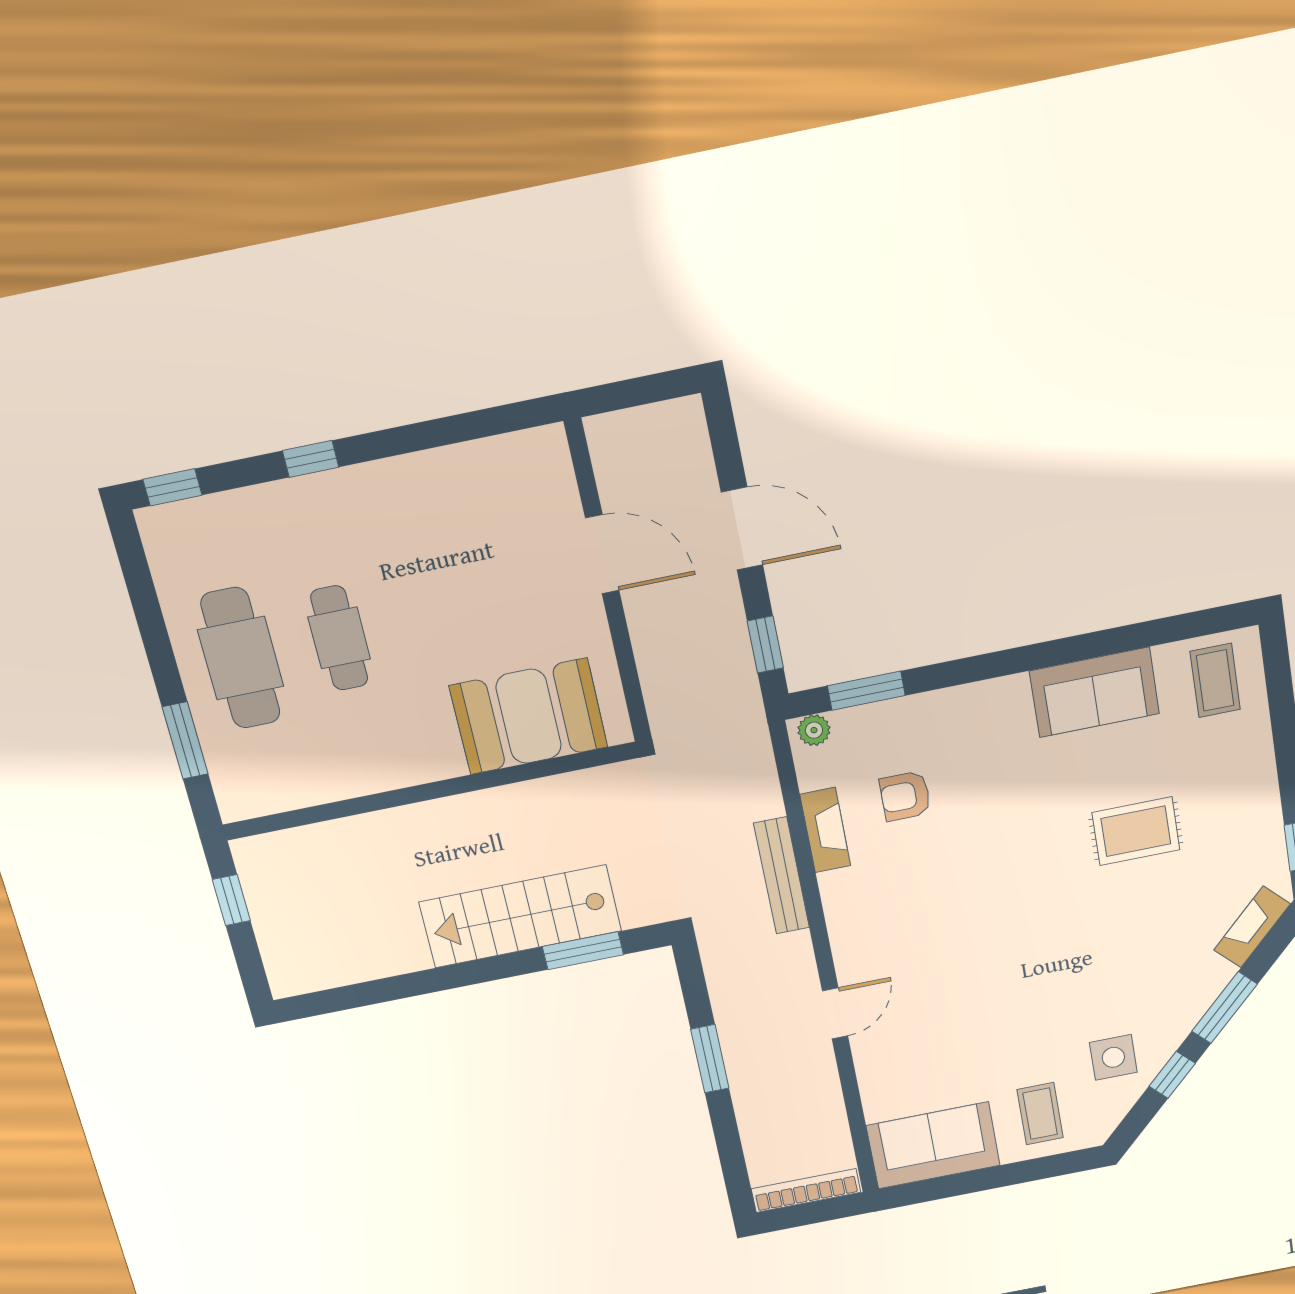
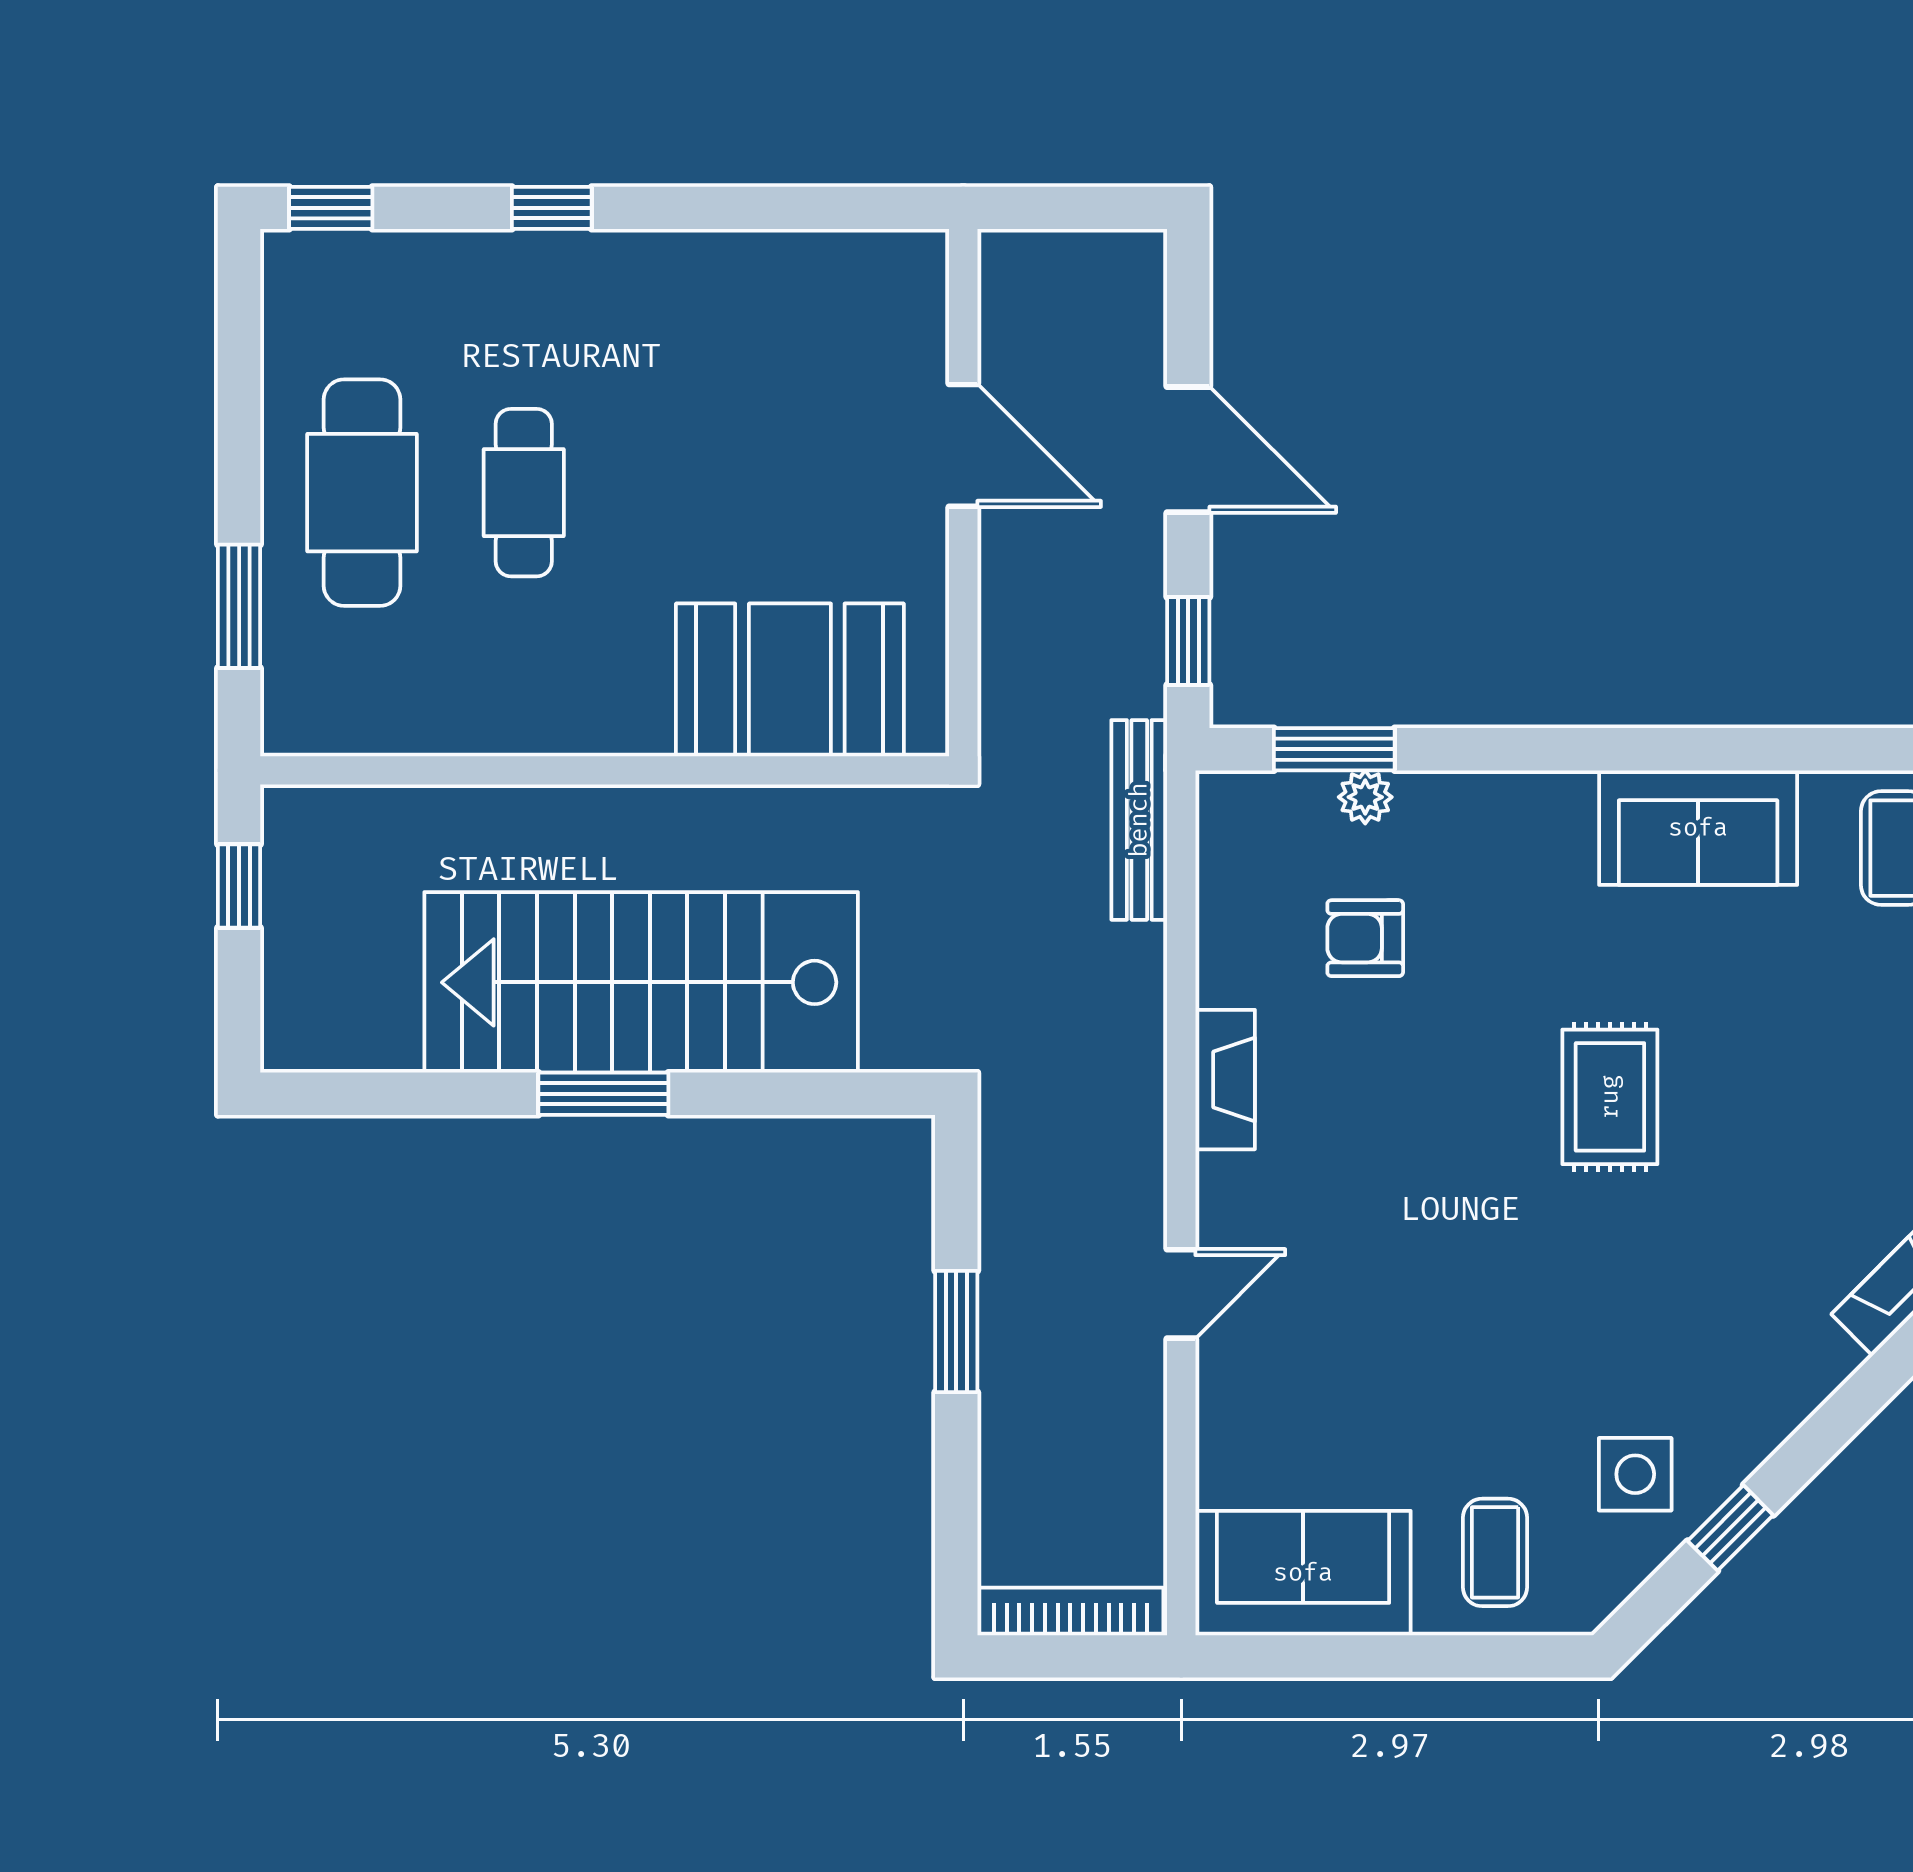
plant: (814, 730) -> (1365, 797), moved
fireplace: (825, 830) -> (1225, 1080), moved
rug: (1136, 831) -> (1610, 1097), moved, turned 90
bench: (782, 876) -> (1139, 820), moved
stairs: (520, 916) -> (641, 982), width x1.36, depth x1.51
window: (583, 951) -> (603, 1094), moved
window: (1224, 1008) -> (1836, 1423), removed

